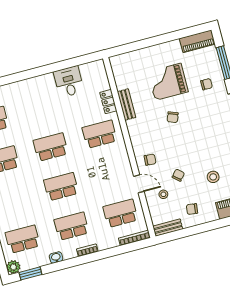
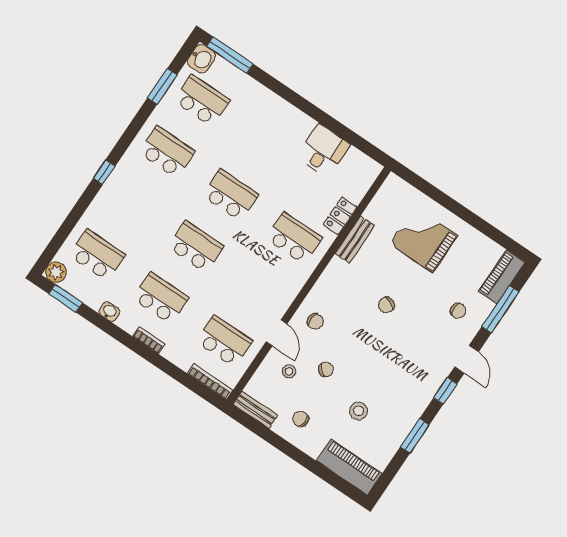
piano: (197, 41) -> (502, 277), moved, turned 90
grand piano: (168, 82) -> (424, 240), moved

